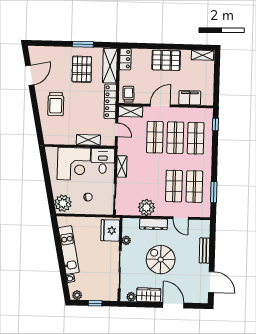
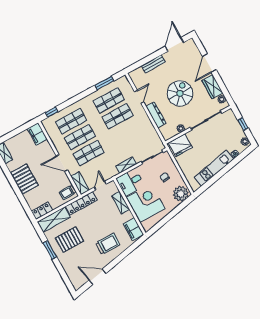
filing cabinet: (190, 98) -> (37, 134), moved
filing cabinet: (55, 137) -> (133, 229), added
plant: (146, 207) -> (146, 128), removed
spiral stairs: (161, 260) -> (180, 93), turned 180

